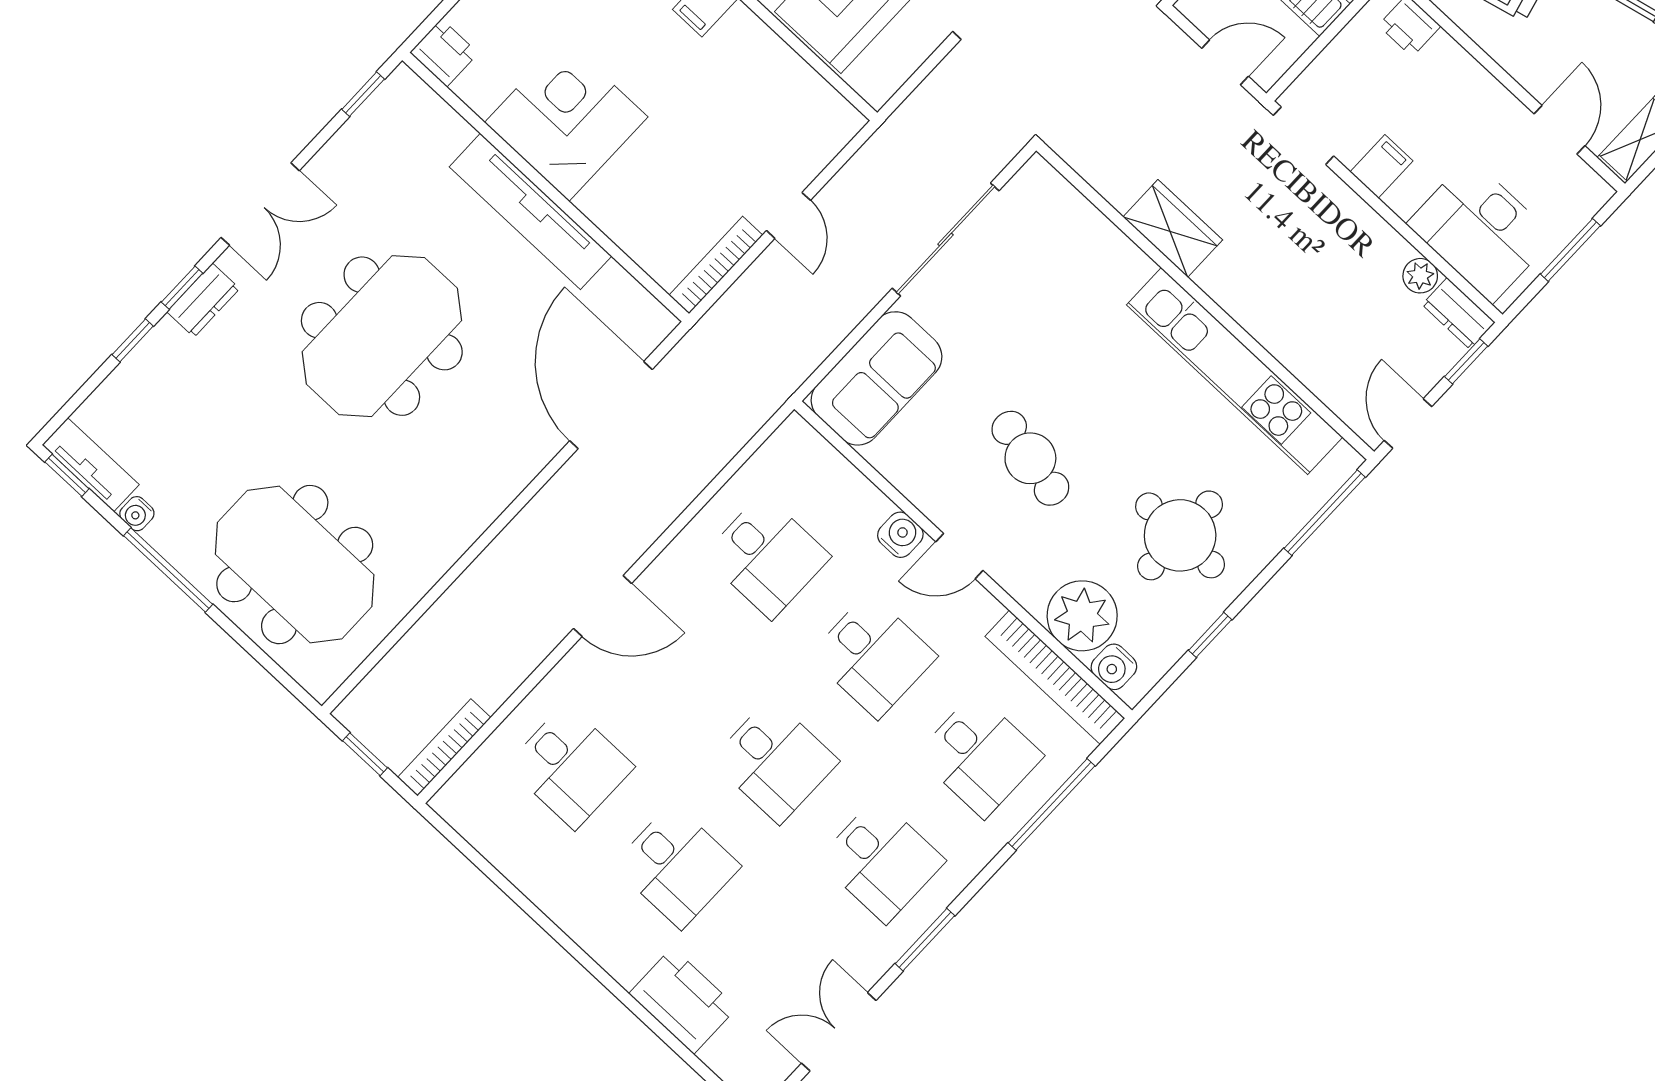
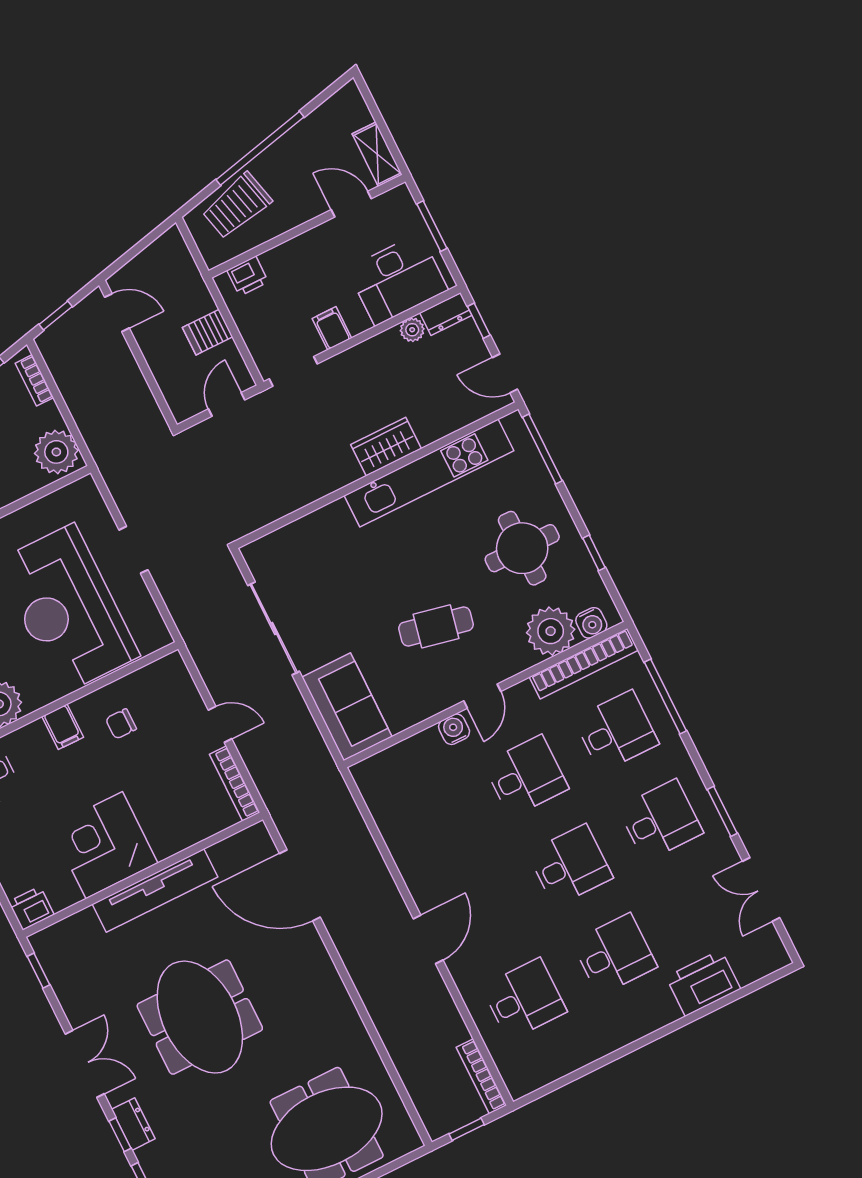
chair: (739, 81) -> (121, 724), added
wardrobe: (1173, 228) -> (386, 447), moved
desk: (767, 556) -> (436, 821), removed

